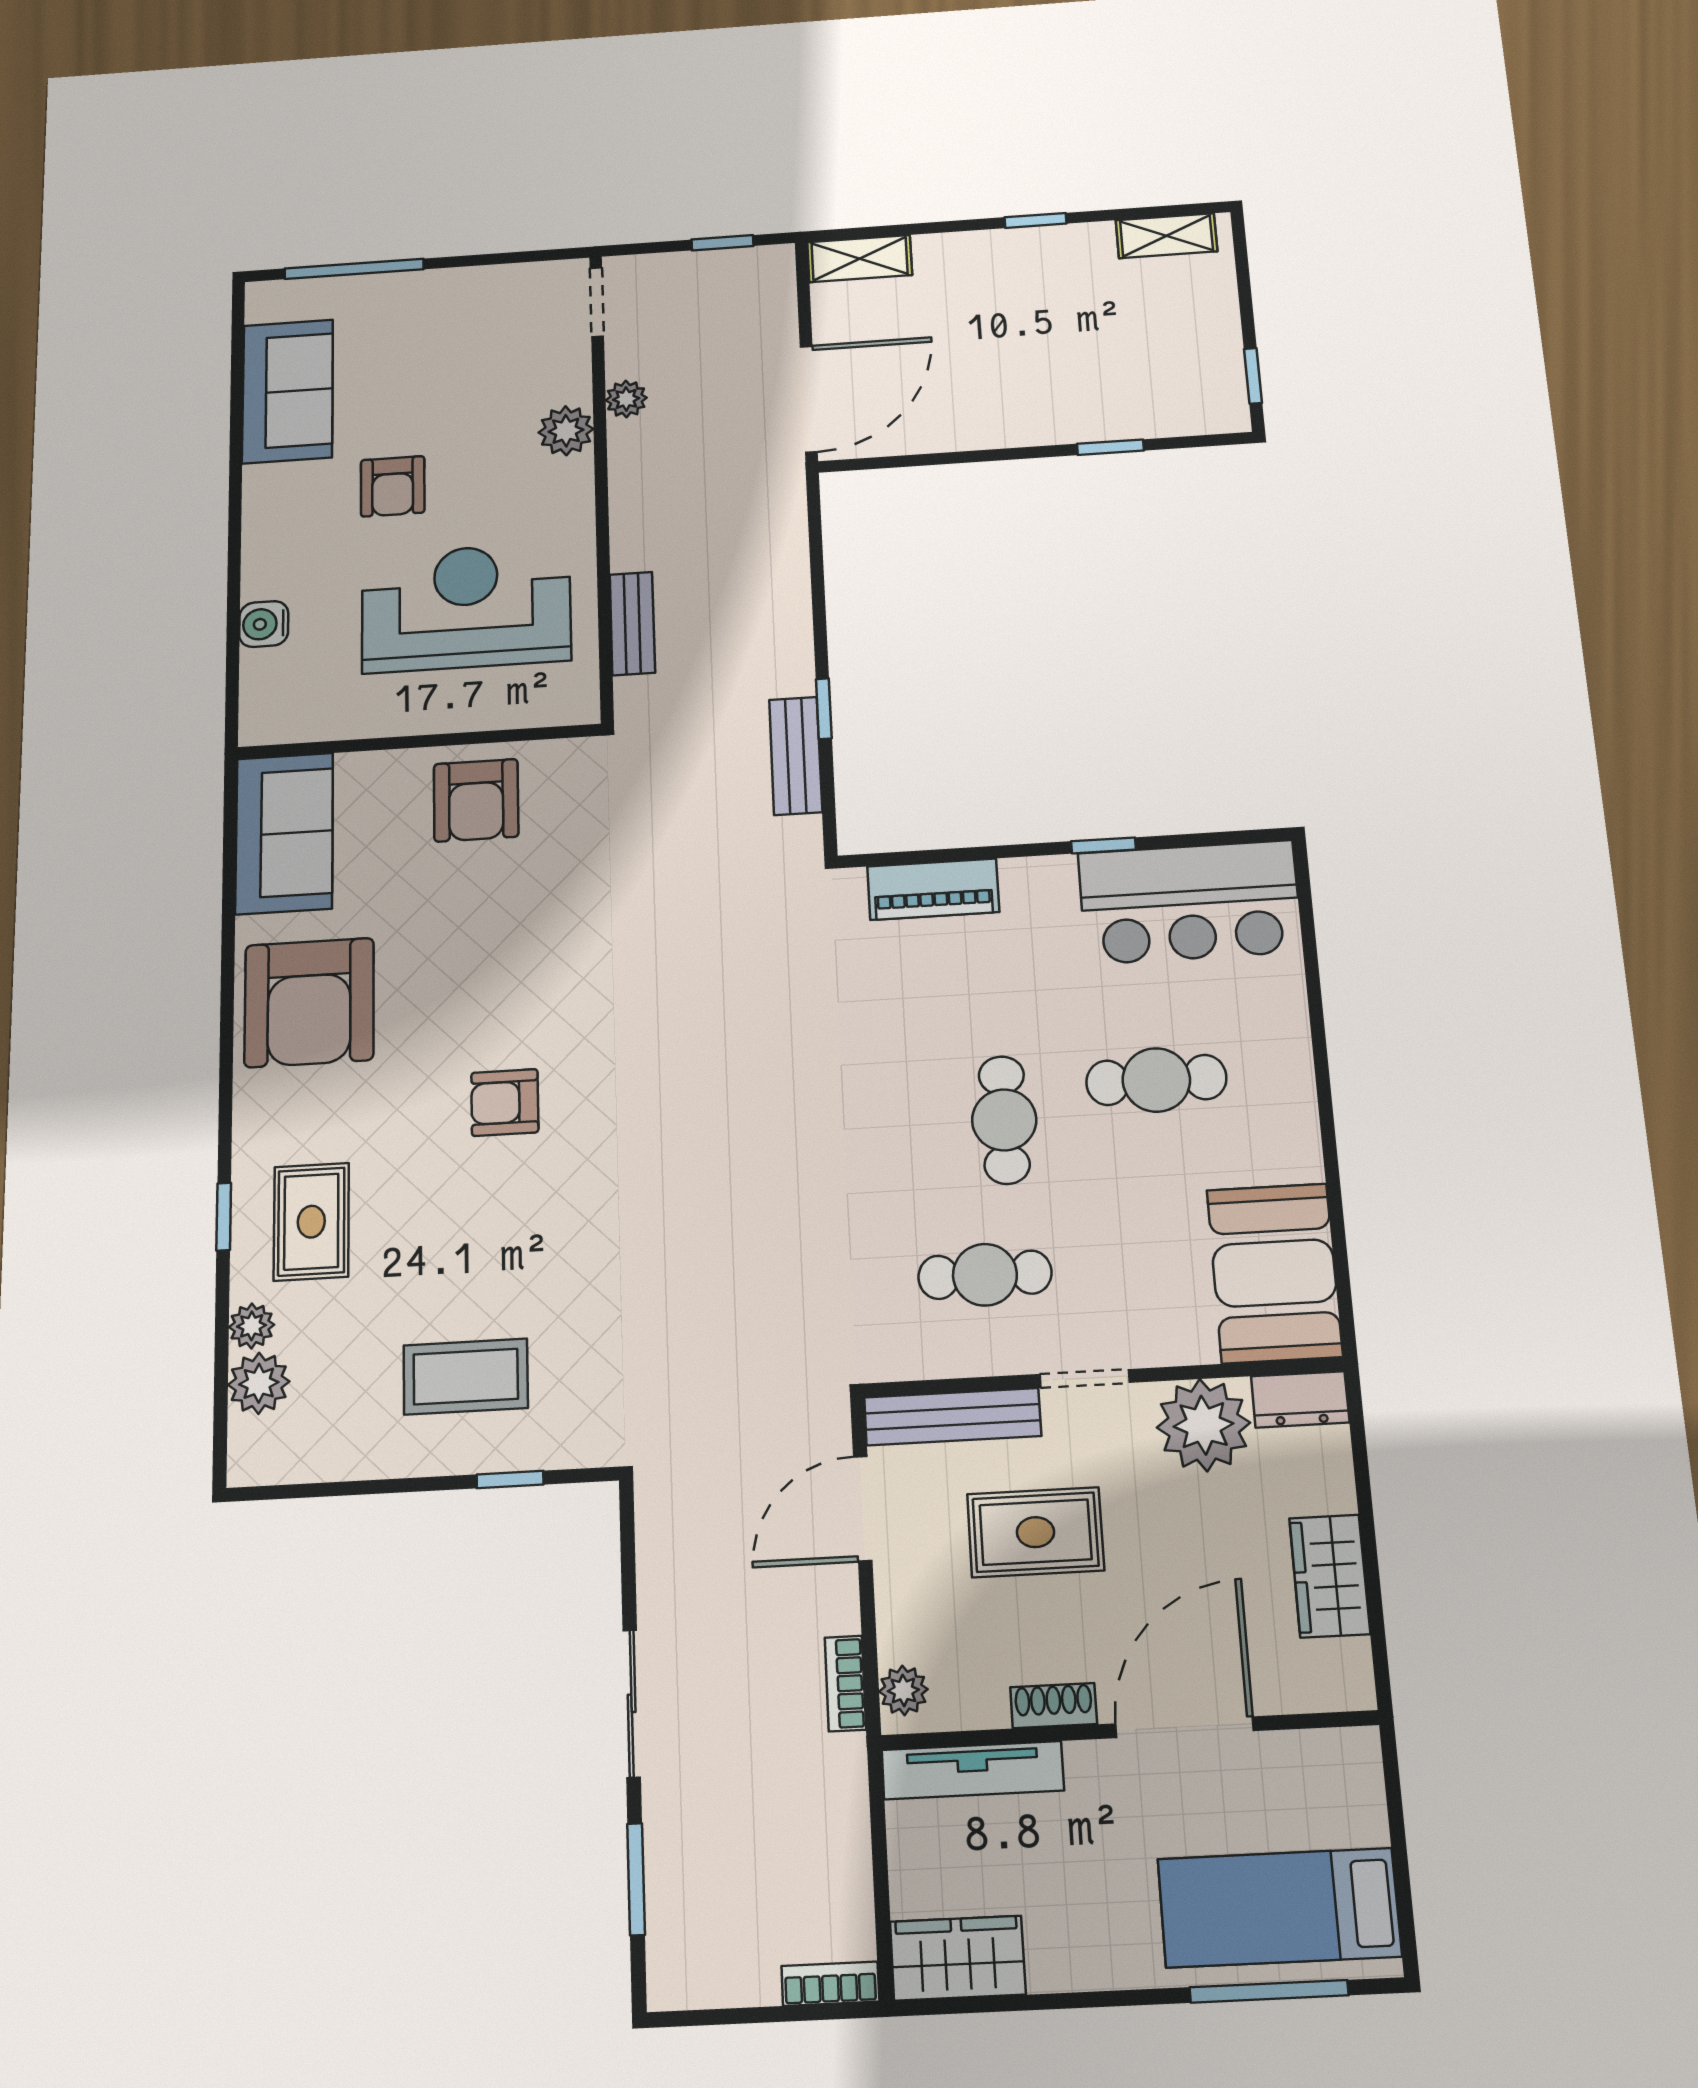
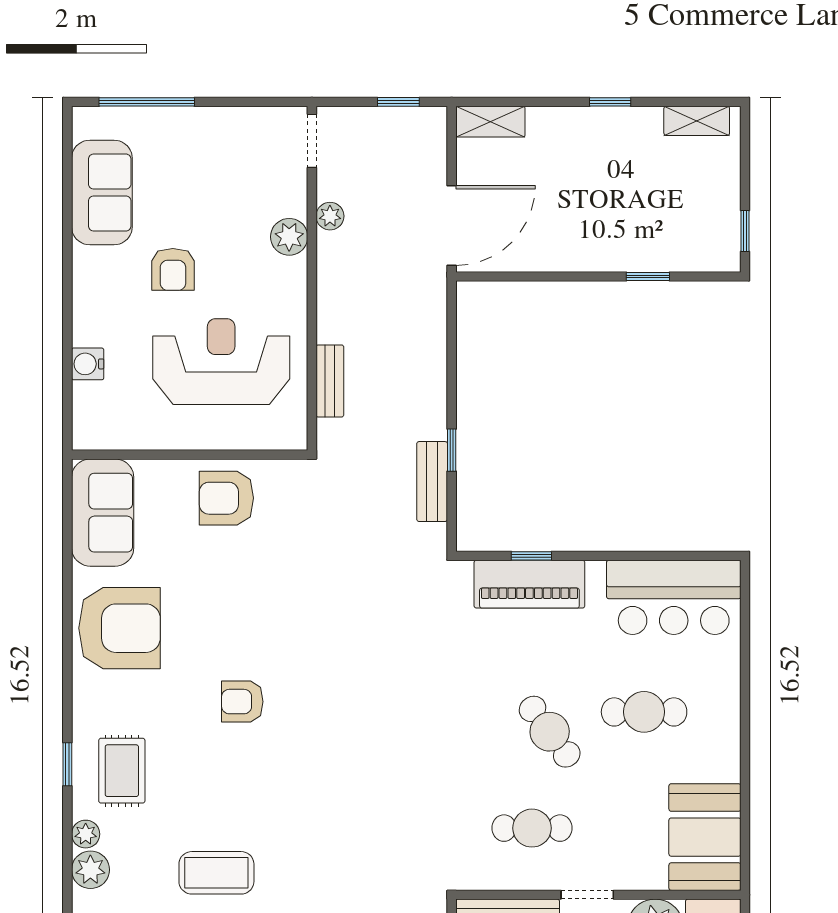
armchair: (476, 800) -> (226, 498), turned 90
window: (1103, 845) -> (531, 556), moved
piano: (933, 889) -> (529, 584), width x1.37, depth x1.33
armchair: (309, 1002) -> (120, 628), turned -90
cafe table: (1004, 1120) -> (550, 732), turned -37

